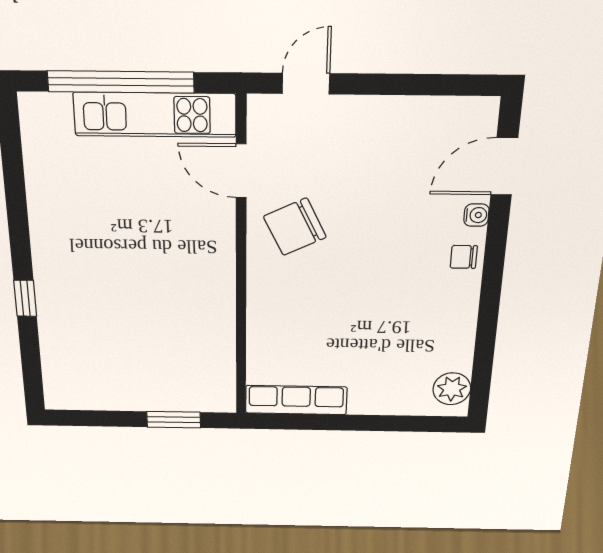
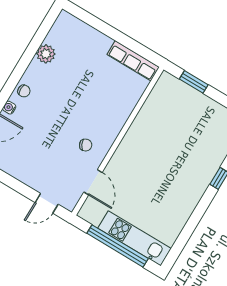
kitchen unit: (155, 115) -> (135, 238), moved
chair: (295, 227) -> (86, 145), width x0.54, depth x0.54
plant: (452, 389) -> (46, 54), moved

